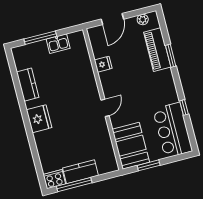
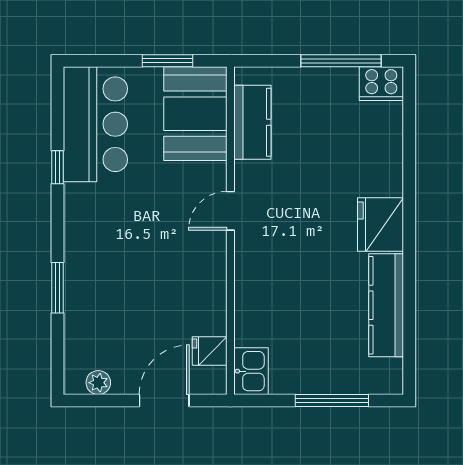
kitchen sink: (58, 44) -> (251, 371), moved, turned 90
piano: (157, 50) -> (83, 309), removed
fridge: (103, 64) -> (210, 351), moved
kitchen counter: (28, 85) -> (386, 305), width x1.50
kitchen counter: (80, 172) -> (252, 122), moved, turned -90

